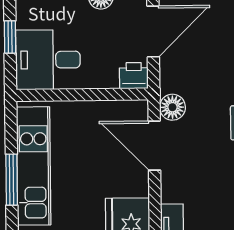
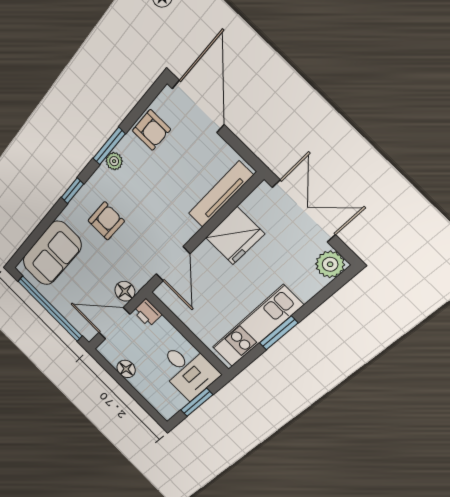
window: (10, 37) -> (197, 402), width x1.50
floor lamp: (172, 107) -> (125, 291), moved

